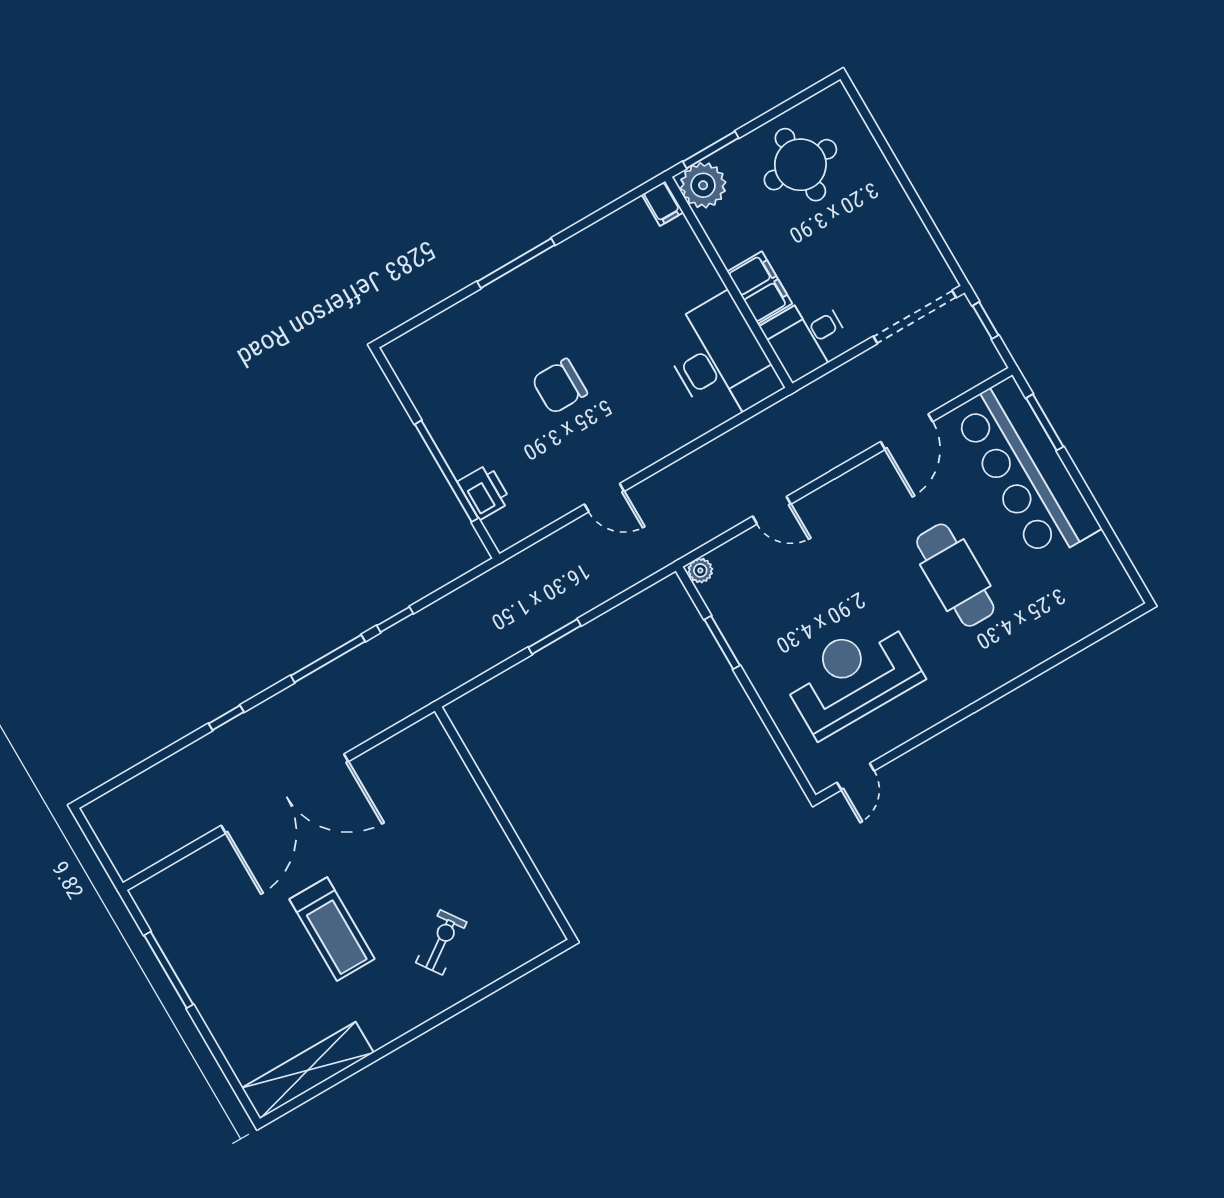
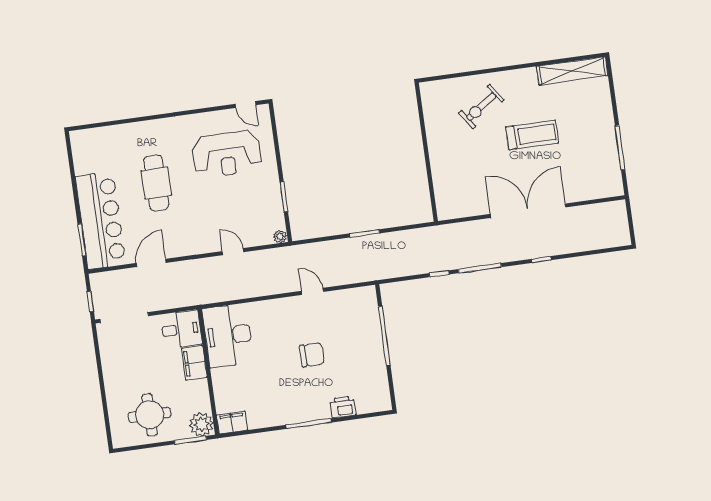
filing cabinet: (663, 203) -> (232, 423), width x2.00
printer: (484, 492) -> (343, 407), moved, turned 90
door: (856, 777) -> (245, 105), swing flipped
treadmill: (332, 929) -> (532, 135), turned 90
exercise bike: (441, 942) -> (481, 107), width x1.38, depth x1.39

